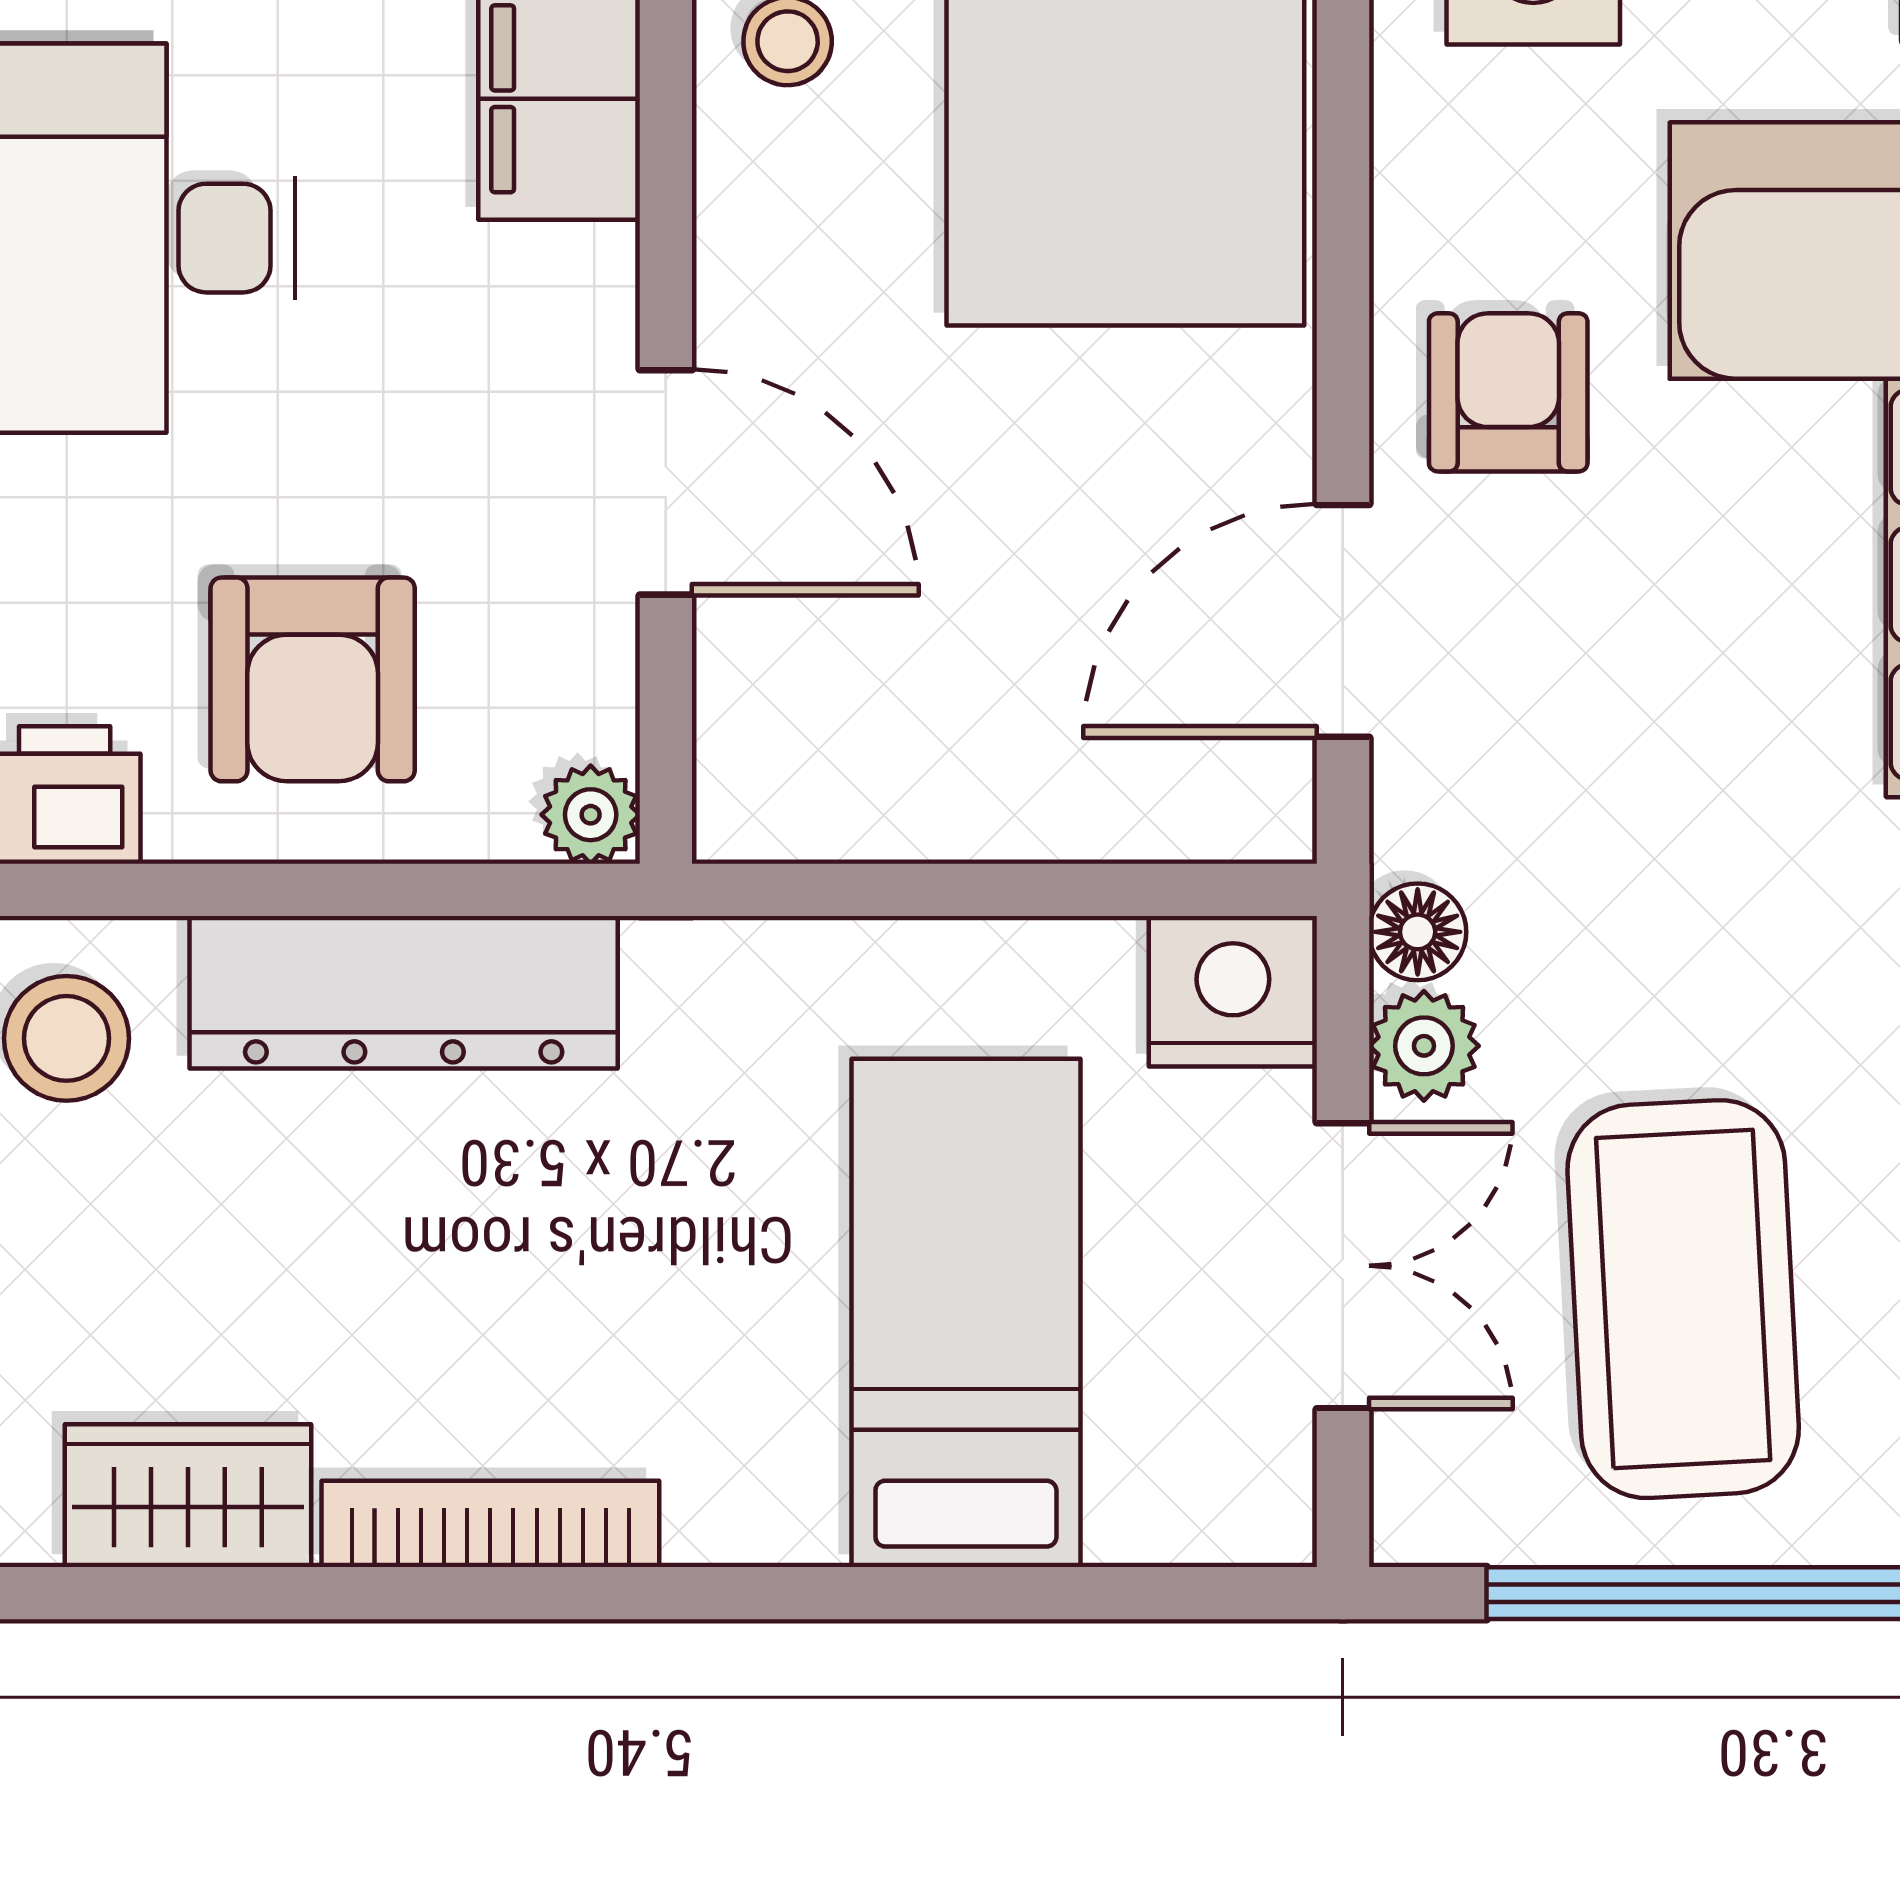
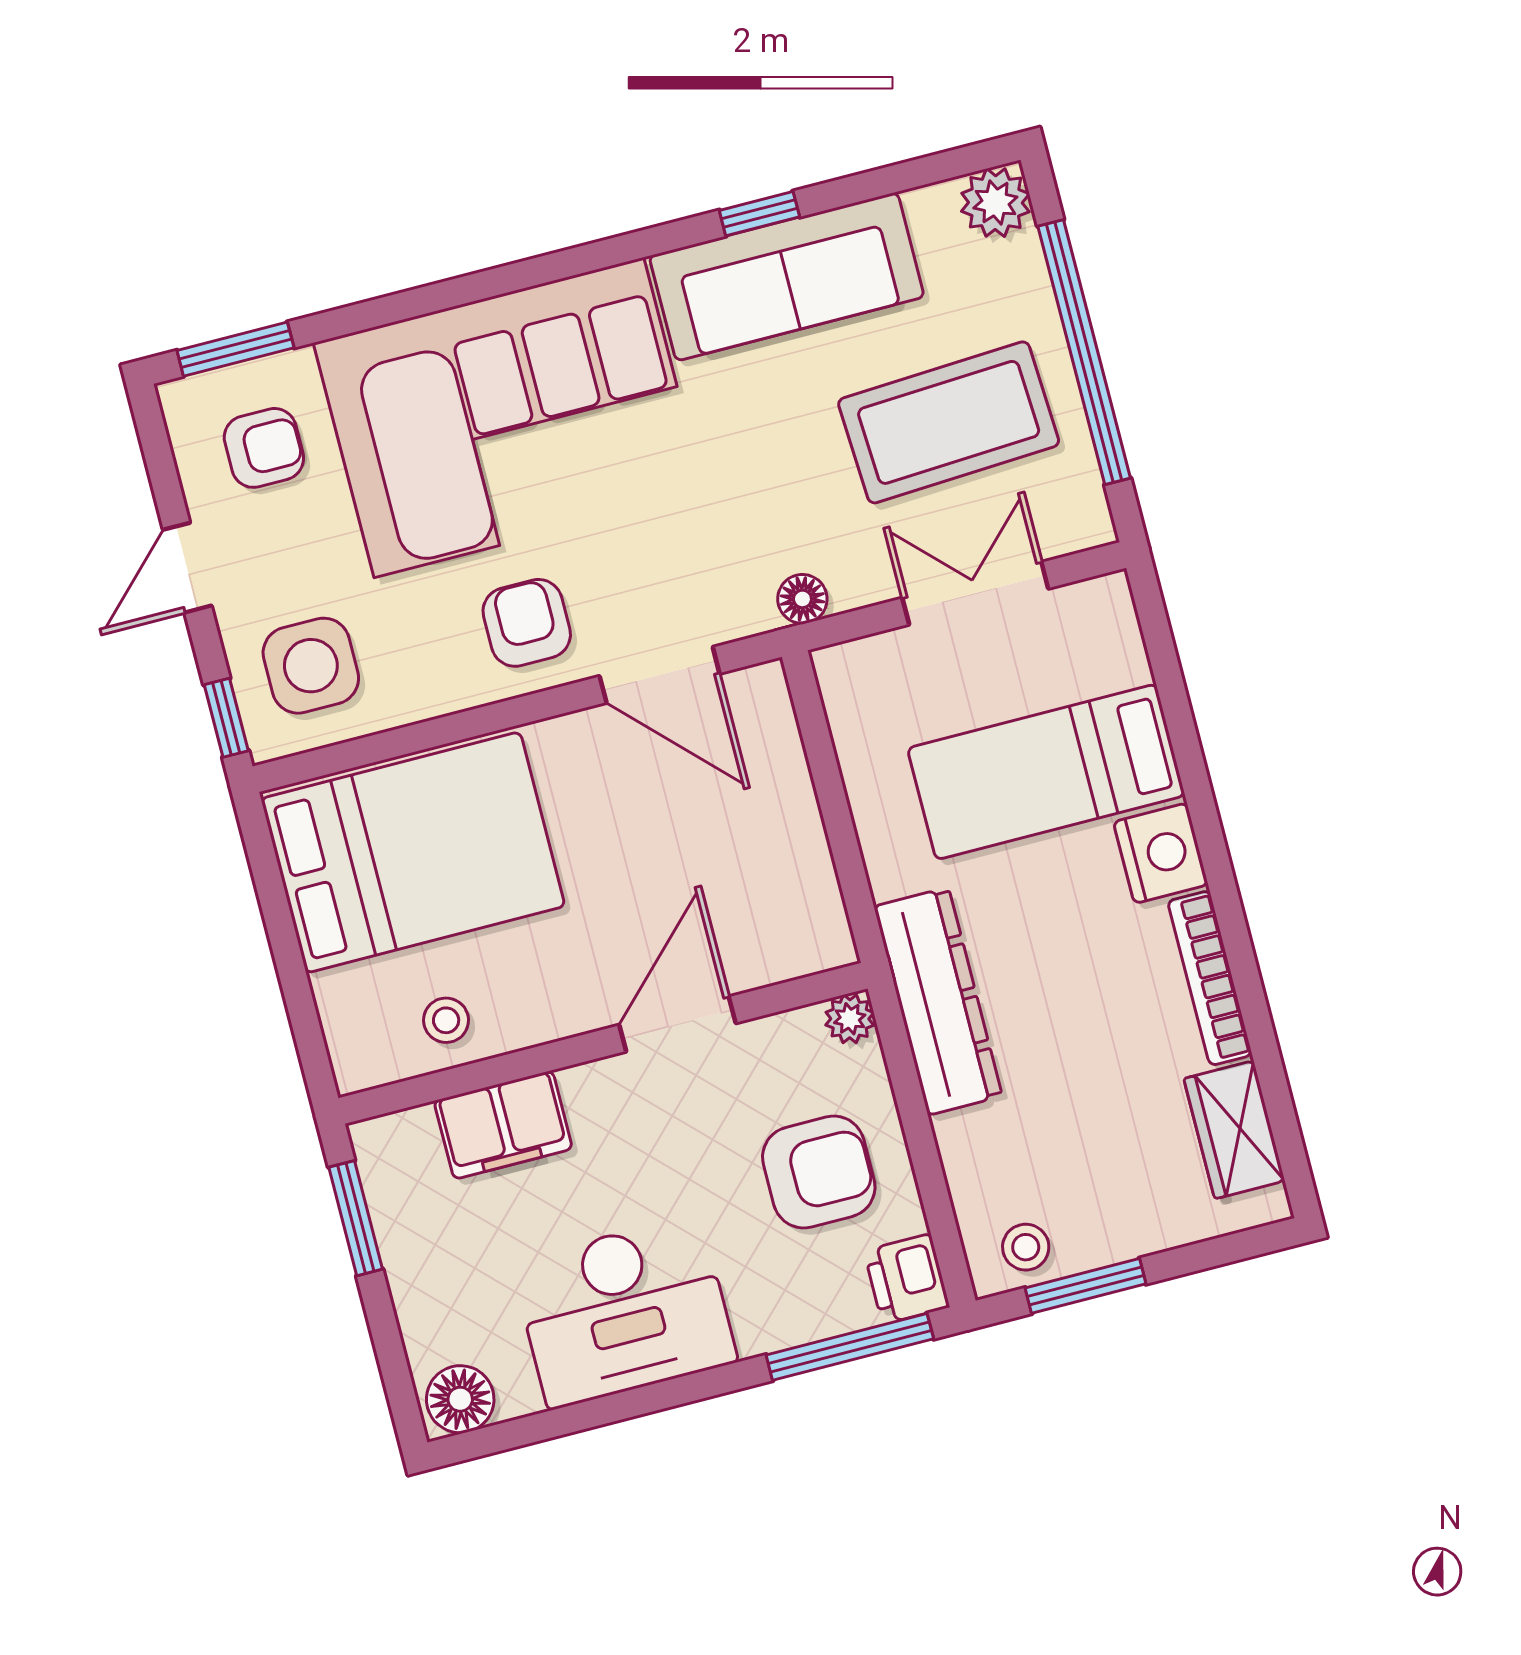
armchair: (1508, 392) -> (527, 623), turned 90
nightstand: (1233, 991) -> (1161, 853), moved, turned 180
dresser: (404, 992) -> (938, 1001), moved
stool: (66, 1038) -> (1026, 1247), width x0.73, depth x0.73
plant: (1424, 1046) -> (857, 581), removed

